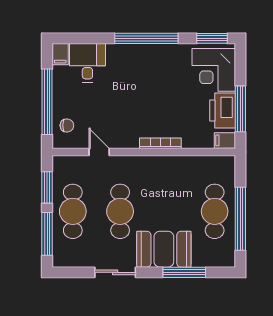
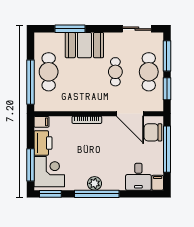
plant: (150, 53) -> (94, 183), added
window: (240, 109) -> (30, 165), moved
chair: (67, 125) -> (153, 132), width x1.87, depth x1.87
door: (99, 152) -> (130, 114), width x1.88
cafe table: (120, 211) -> (115, 72), width x0.73, depth x0.74
window: (240, 219) -> (30, 82), moved
sliding door: (115, 272) -> (137, 29), moved

